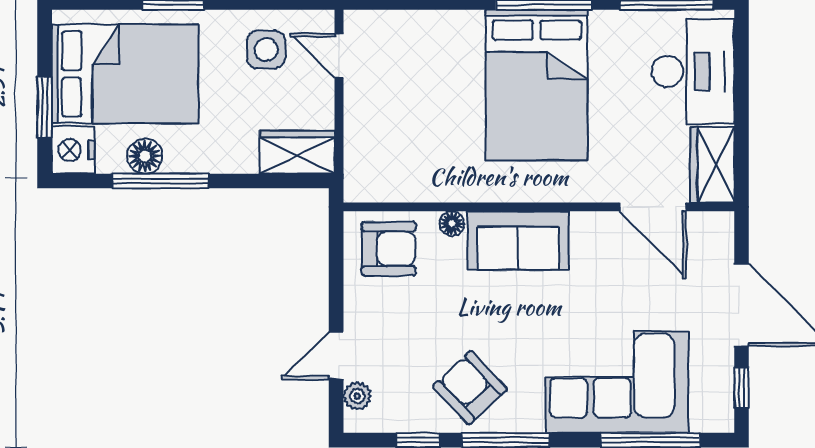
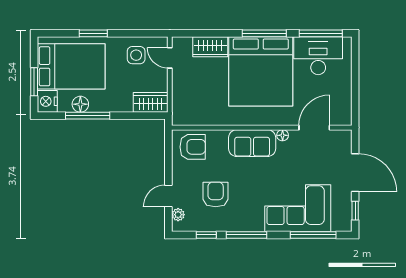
desk: (693, 72) -> (318, 56), moved, turned -90
bed: (537, 85) -> (261, 71), width x1.36
wardrobe: (712, 165) -> (210, 47), moved, turned -90
door: (653, 207) -> (314, 128), swing flipped
floor lamp: (452, 224) -> (283, 135), moved
armchair: (470, 388) -> (216, 194), moved, turned 43

